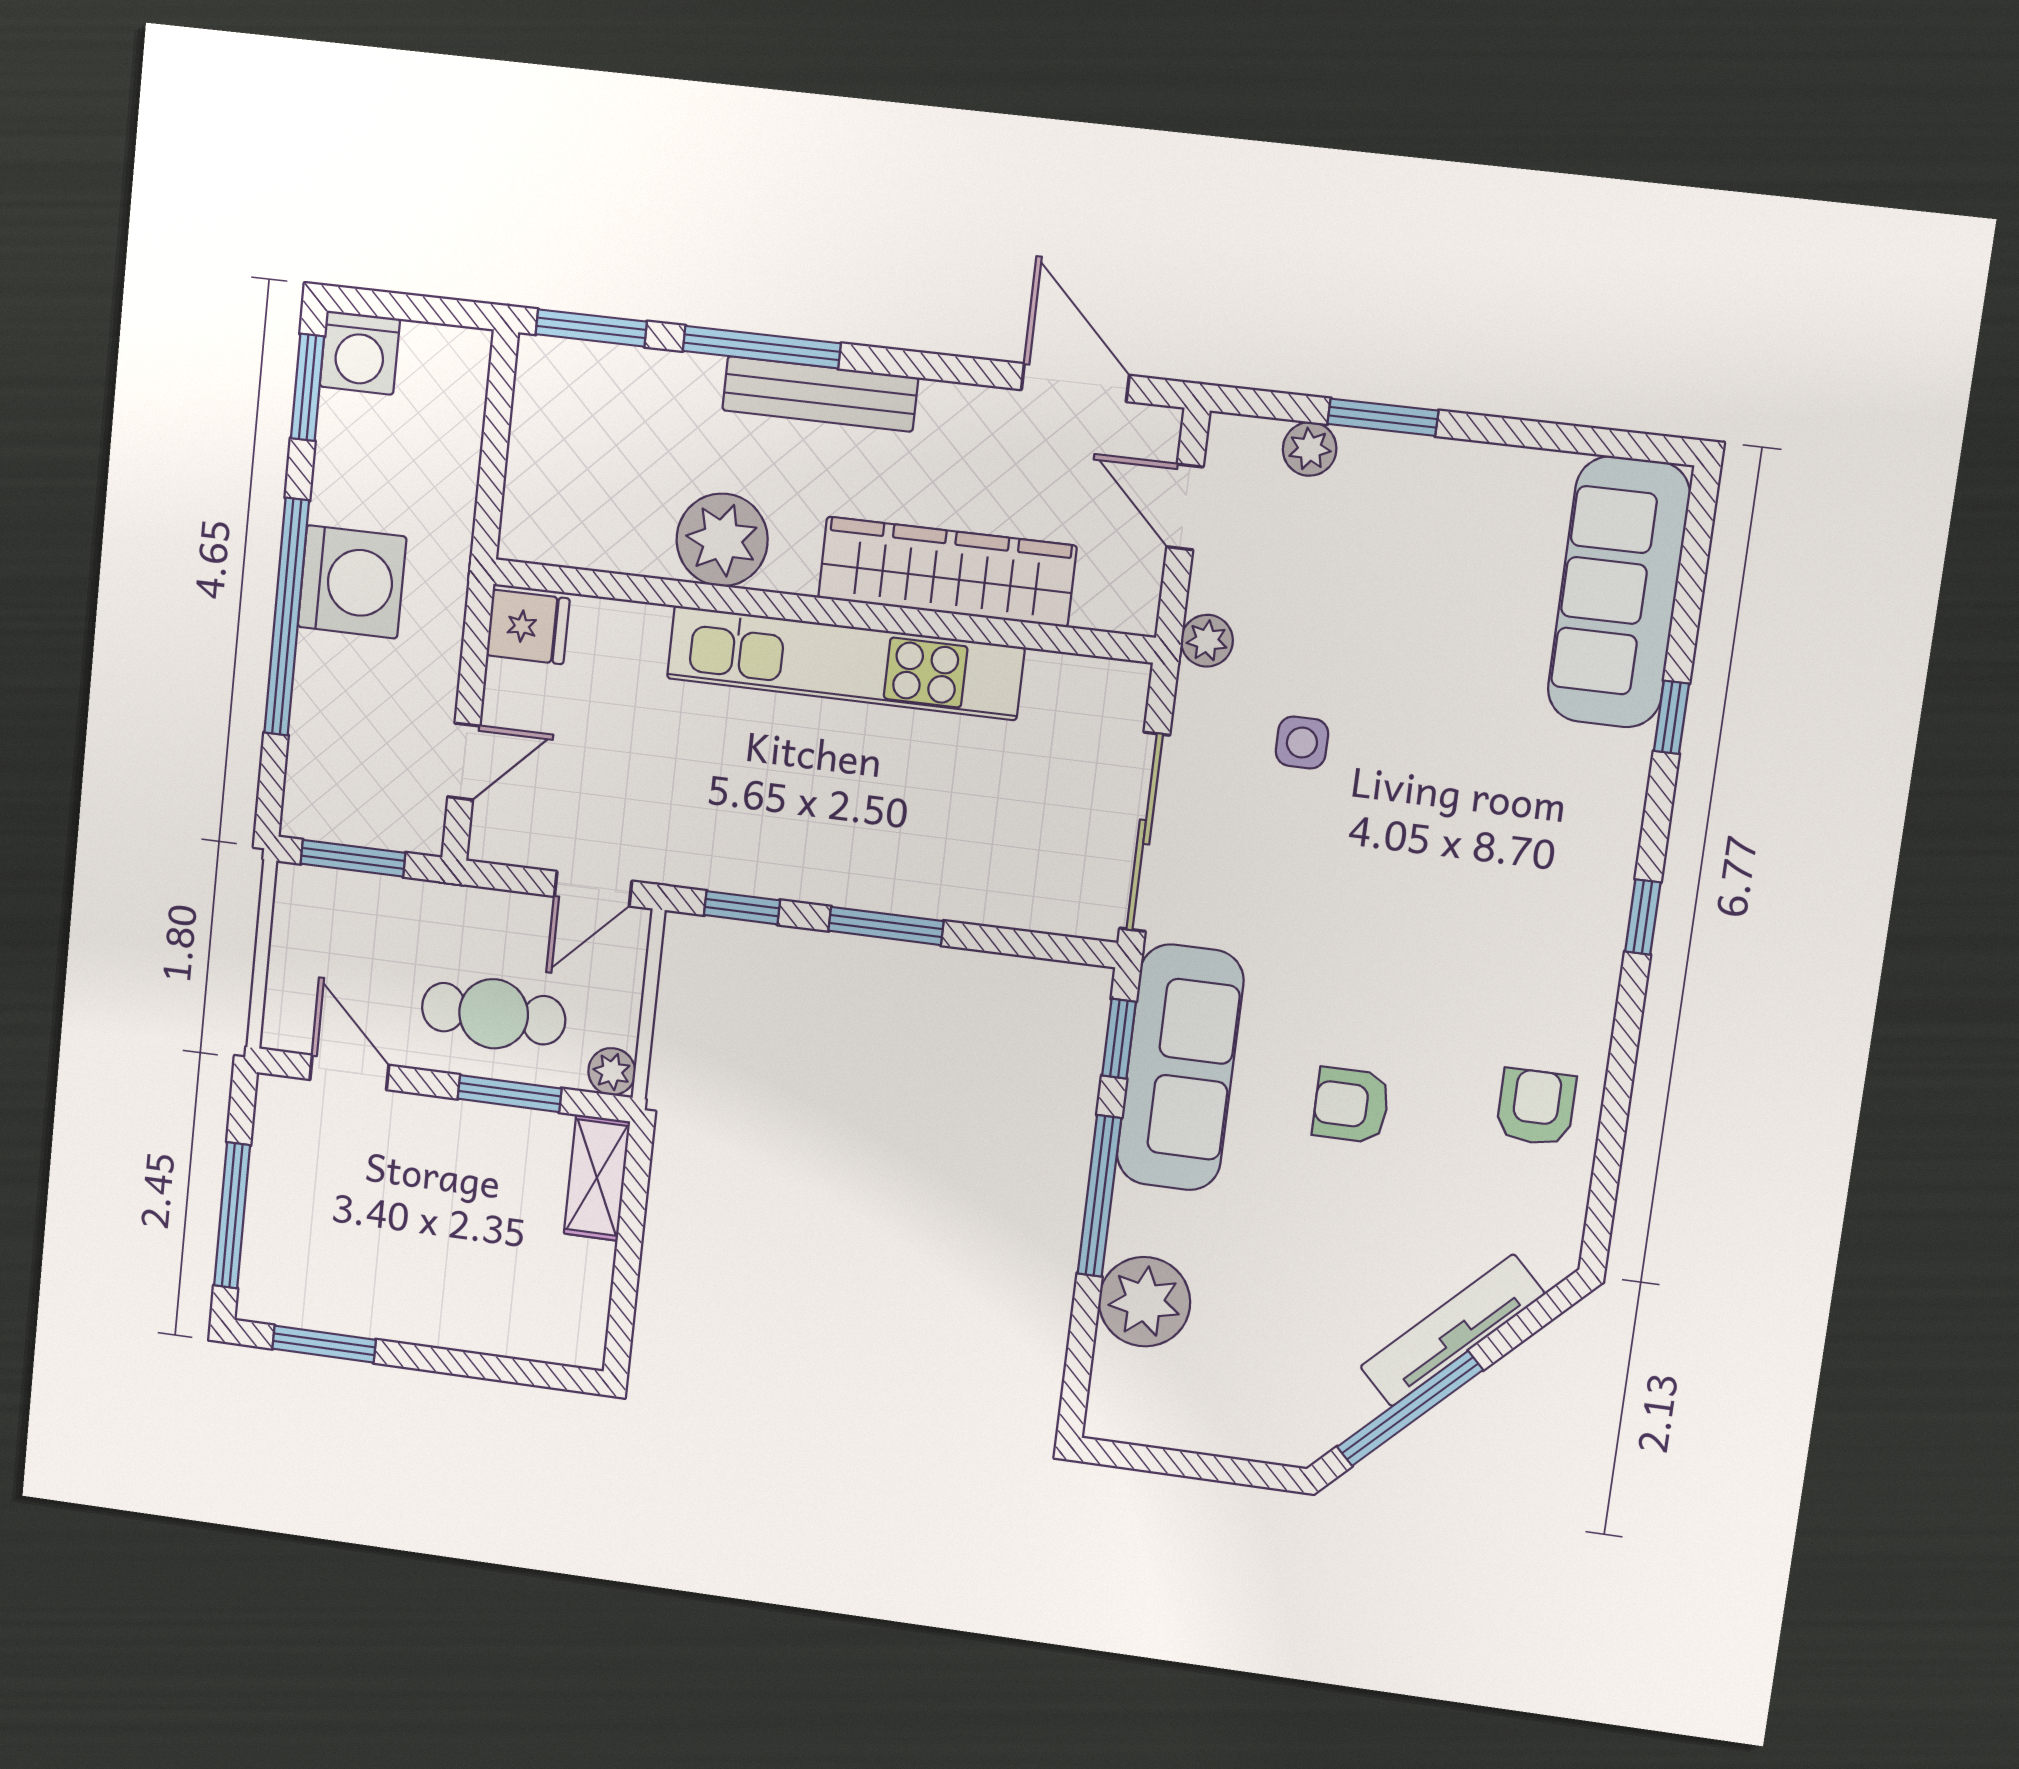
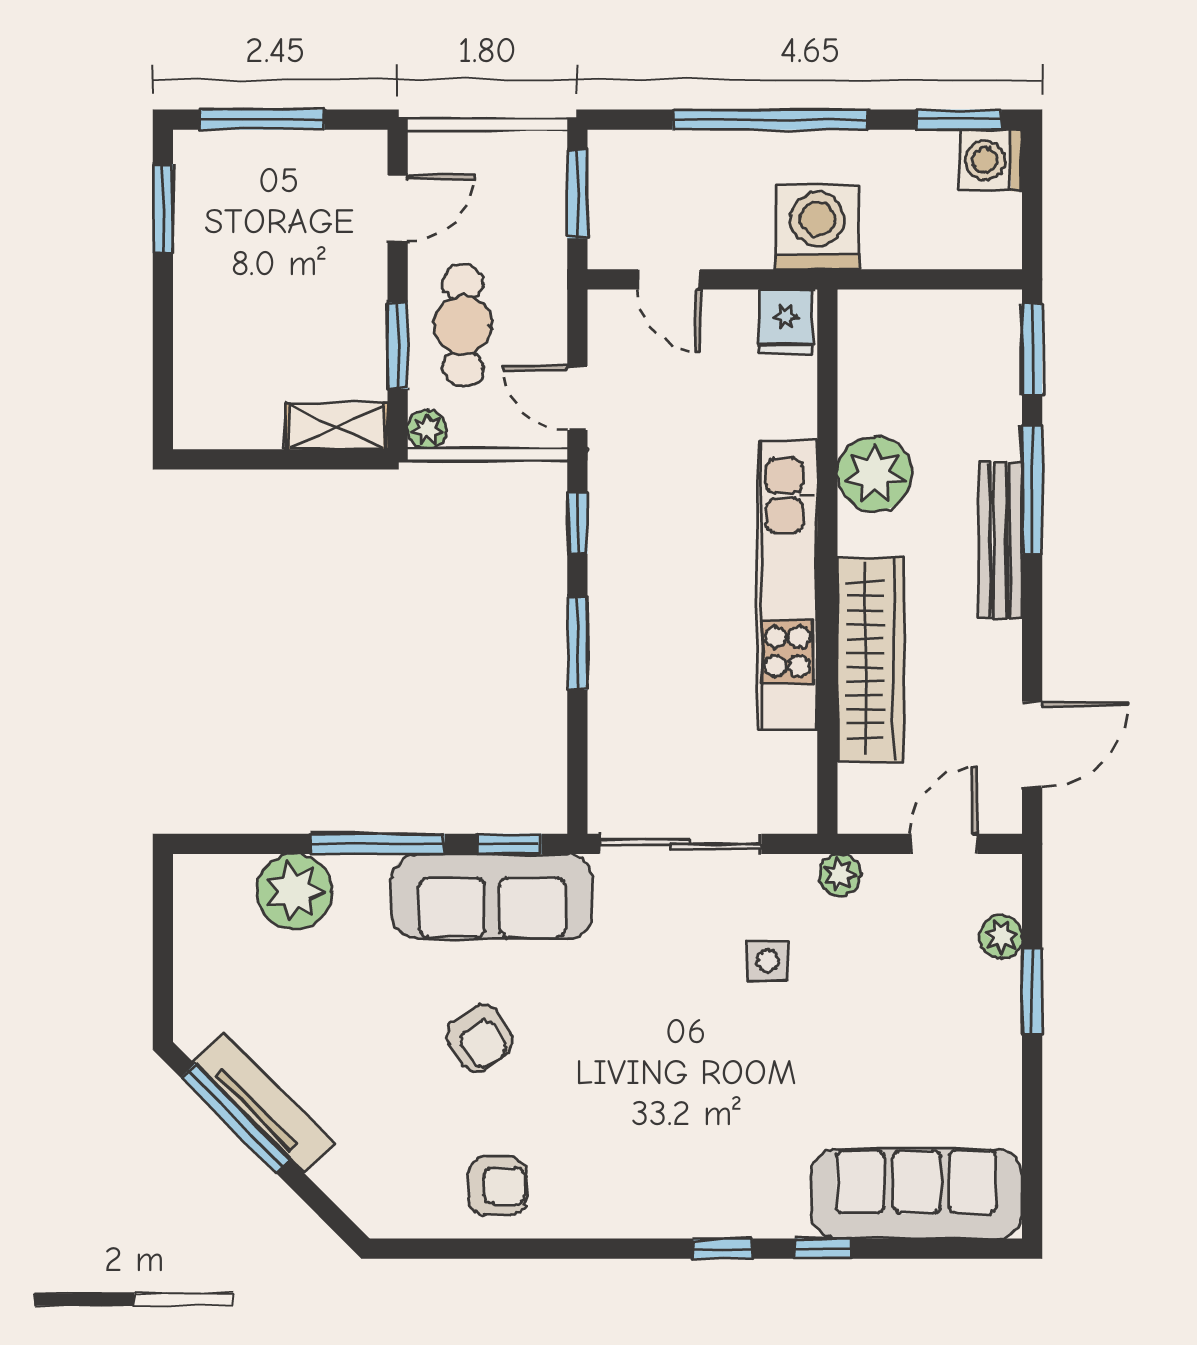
washing machine: (352, 582) -> (817, 227), moved, turned 180
window: (1643, 917) -> (723, 1249), moved
armchair: (1351, 1105) -> (479, 1038), turned 146
tv unit: (1452, 1330) -> (263, 1102), moved

